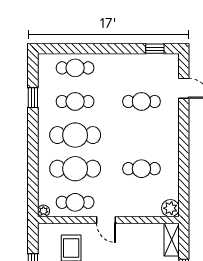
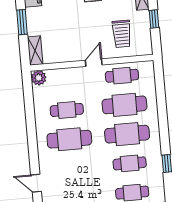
cafe table: (141, 101) -> (69, 139), moved, width x1.37, depth x1.35
plant: (43, 211) -> (149, 66), removed
door: (106, 220) -> (94, 63), hinge flipped

